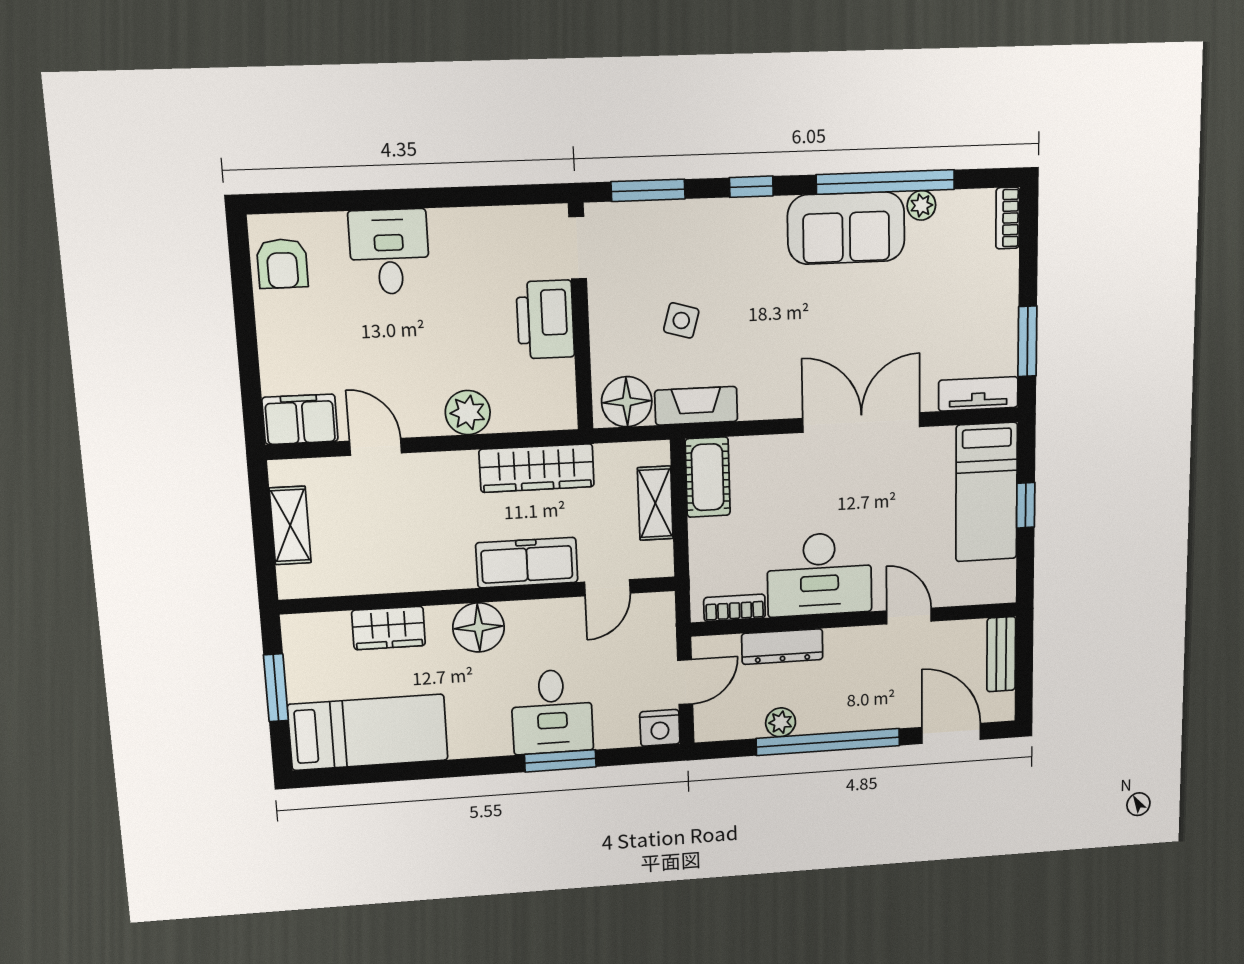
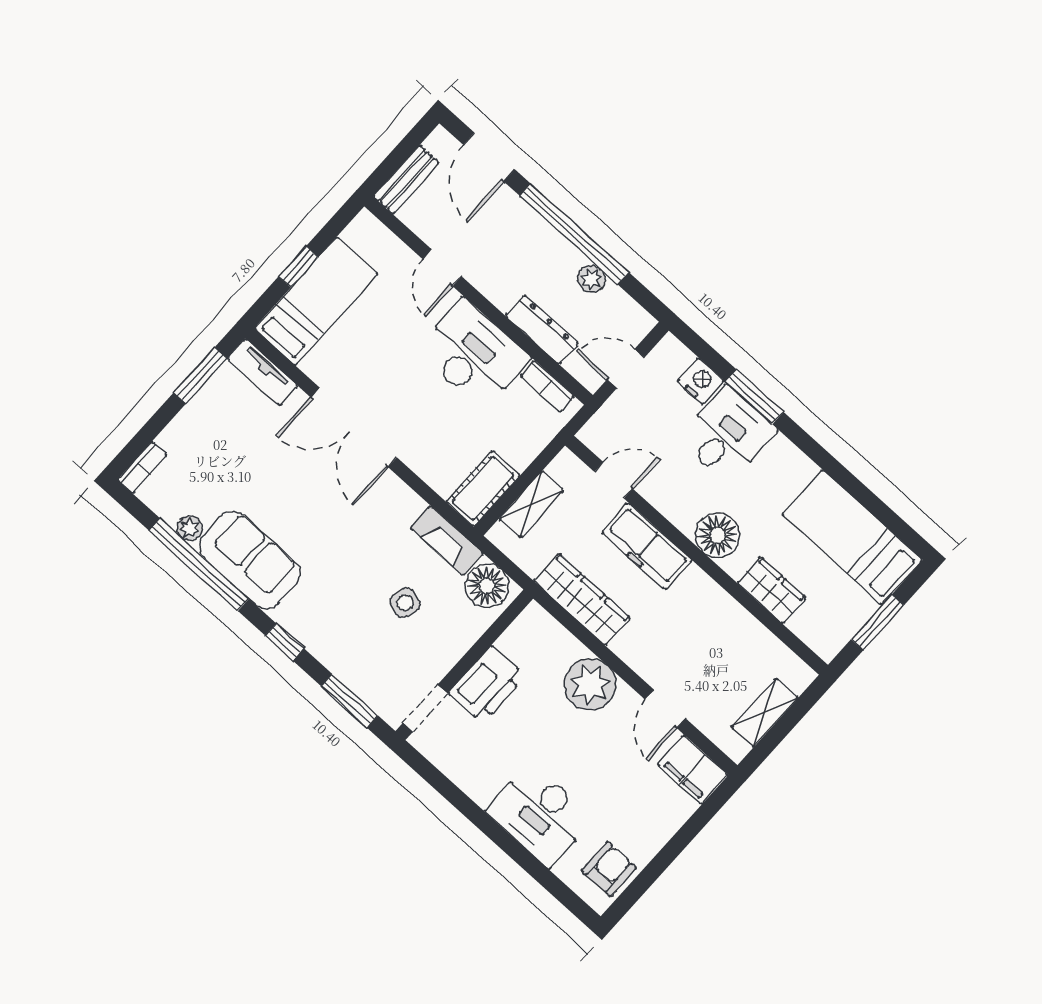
desk: (389, 252) -> (540, 815), width x1.37
plant: (468, 413) -> (590, 684), width x1.36, depth x1.36
nightstand: (660, 728) -> (701, 381), moved

